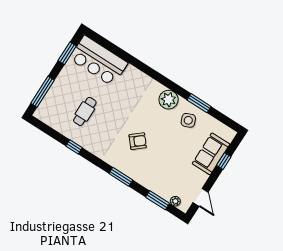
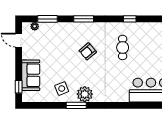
window: (199, 103) -> (76, 105), moved
cafe table: (85, 111) -> (123, 47), moved
window: (224, 161) -> (19, 87), moved

